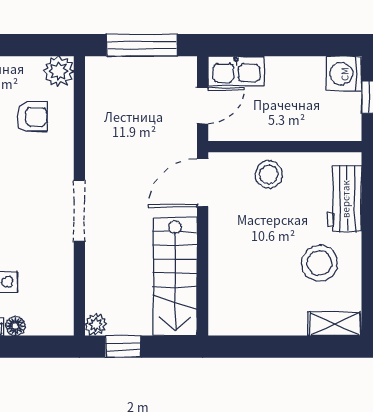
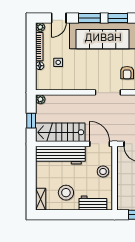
doorway: (79, 211) -> (108, 92), moved
workbench: (230, 276) -> (60, 155), added
window: (123, 347) -> (31, 121), moved

